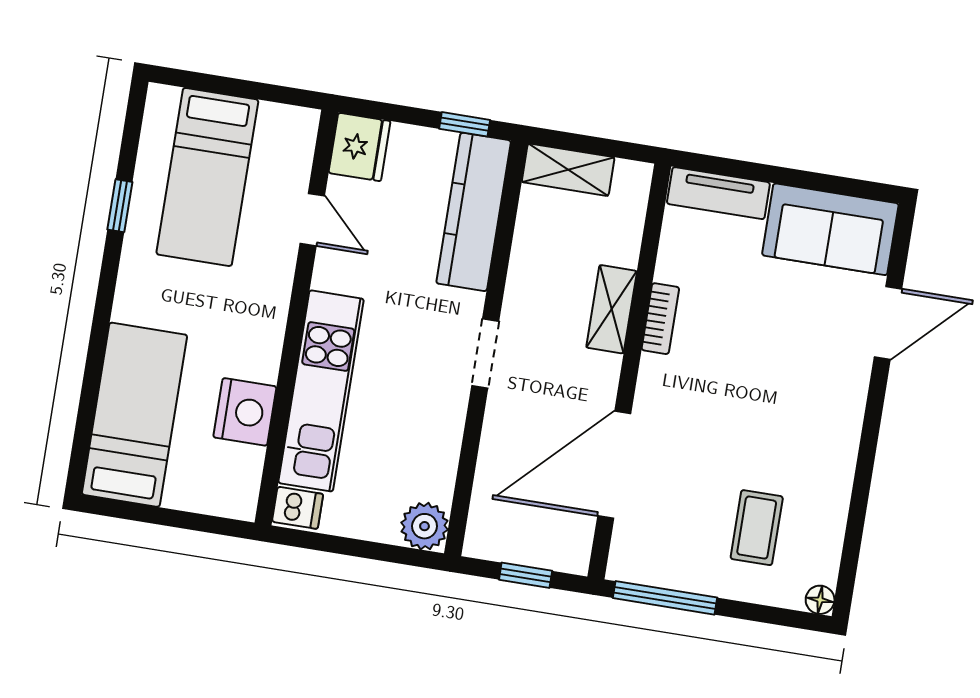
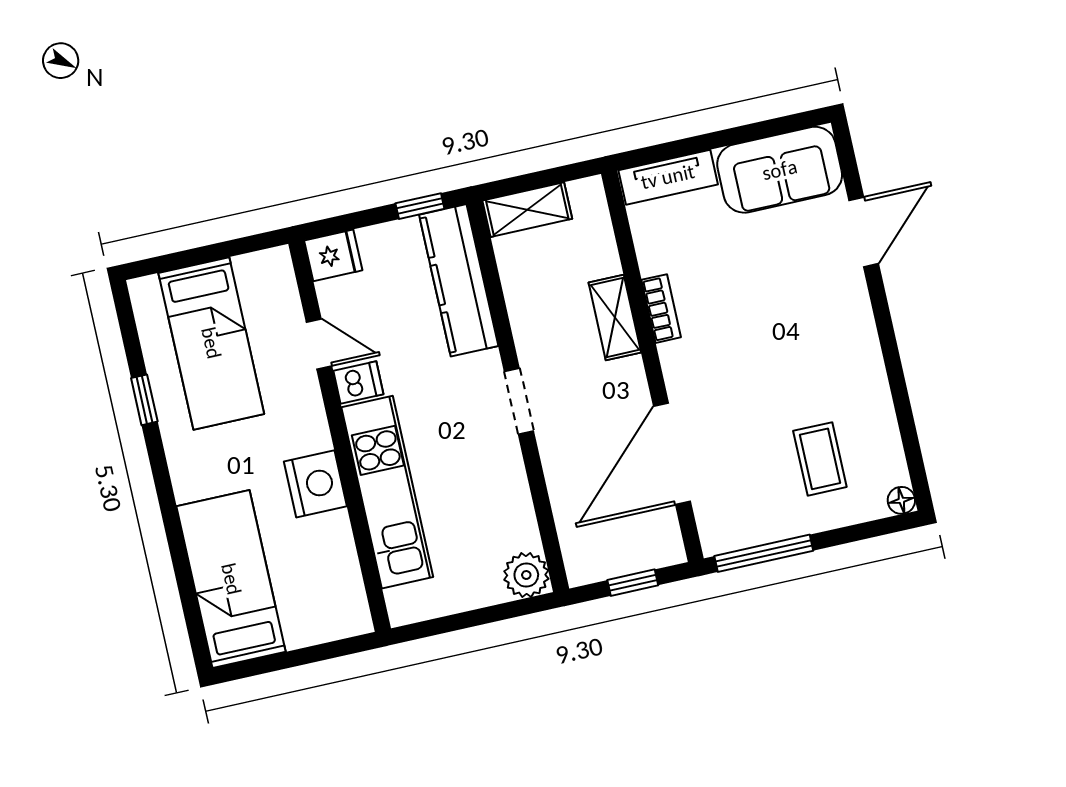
fridge: (359, 147) -> (333, 255), width x0.72
nightstand: (245, 412) -> (315, 484), moved
dishwasher: (298, 508) -> (358, 383), moved

